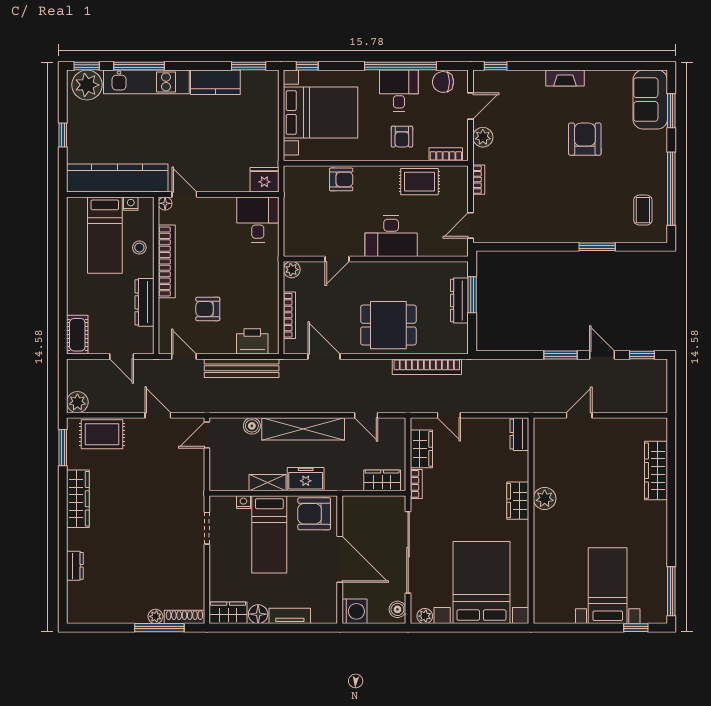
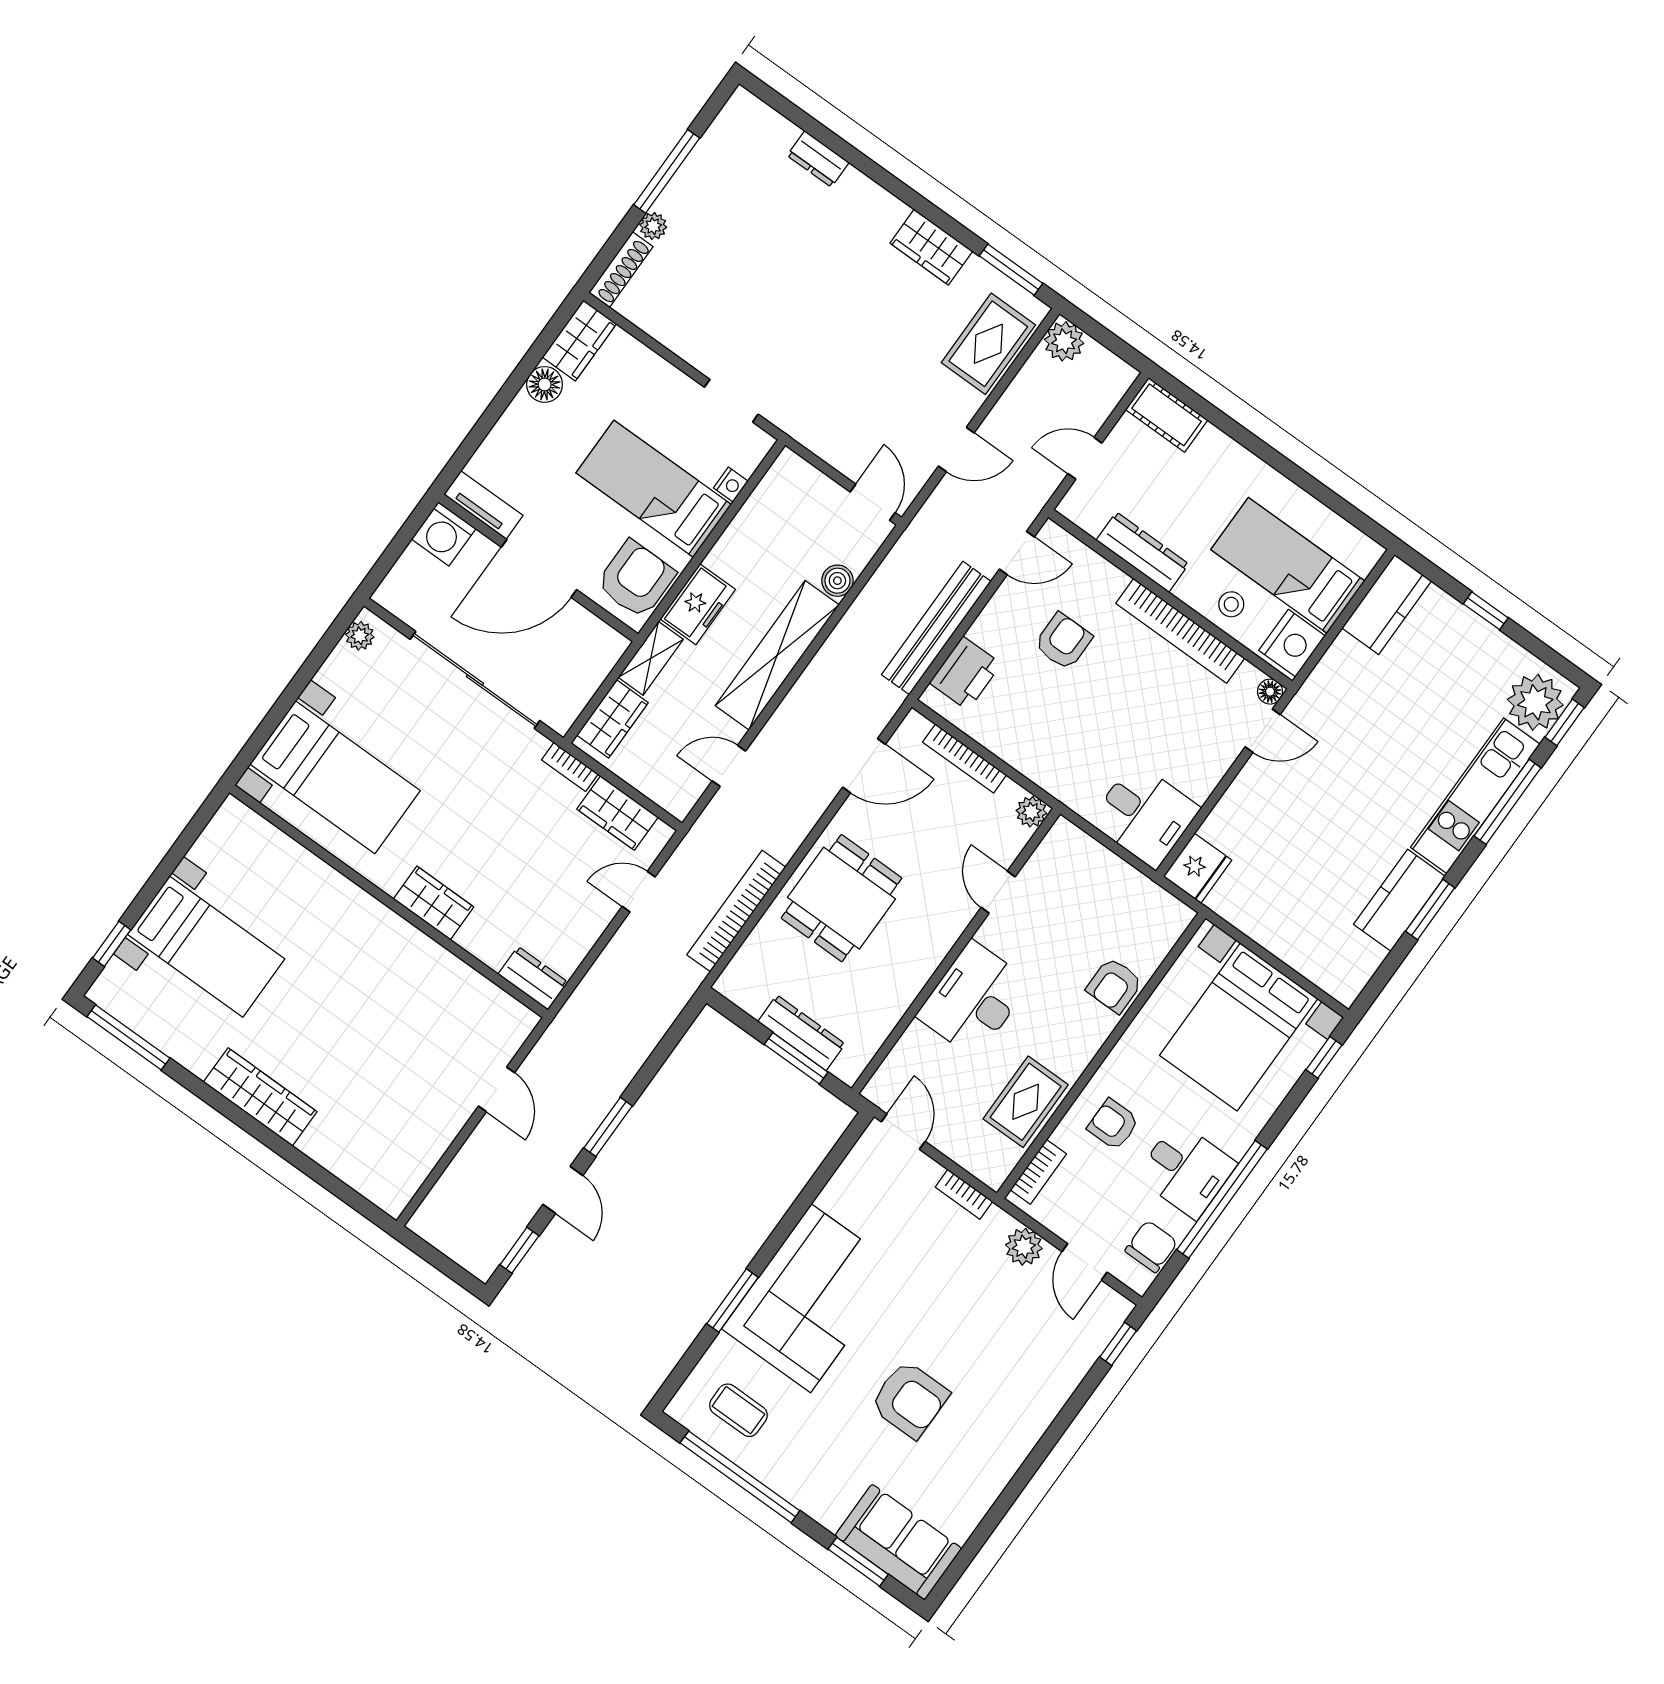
window: (249, 66) -> (1430, 910), moved
fireplace: (565, 78) -> (1024, 1436), removed
kitchen counter: (117, 178) -> (1387, 605), width x0.48, depth x0.86
nightstand: (131, 204) -> (1292, 643), width x1.89, depth x1.79
corner sofa: (572, 214) -> (811, 1298), added
door: (602, 355) -> (563, 1190), hinge flipped
wardrobe: (656, 471) -> (260, 1097), moved
shelving: (268, 483) -> (651, 658), moved
wardrobe: (78, 499) -> (931, 247), width x0.67
plant: (545, 499) -> (407, 946), removed
bed with nightstands: (481, 583) -> (335, 777), width x0.73
boiler: (397, 609) -> (400, 601), removed
tv unit: (290, 616) -> (483, 505), moved, turned -90
window: (159, 628) -> (667, 171), moved

